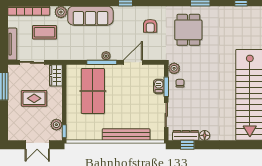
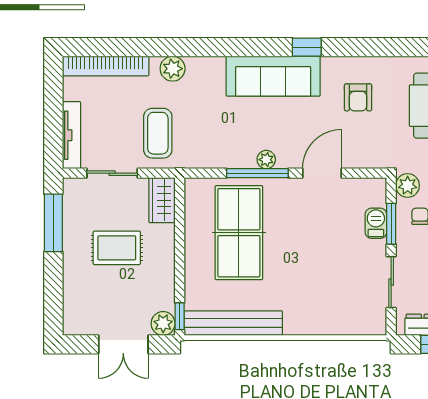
sofa: (90, 16) -> (273, 76), moved
coffee table: (45, 32) -> (158, 133), moved, turned 90
plant: (56, 125) -> (163, 323), moved
bench: (126, 135) -> (233, 323), moved

